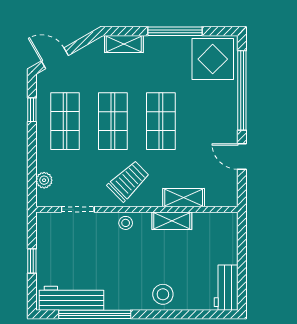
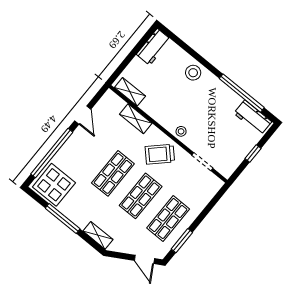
window: (32, 110) -> (182, 241), width x1.50
plant: (44, 180) -> (208, 194), removed
shelving: (172, 221) -> (130, 92), moved
workbench: (71, 298) -> (253, 117), width x0.73

